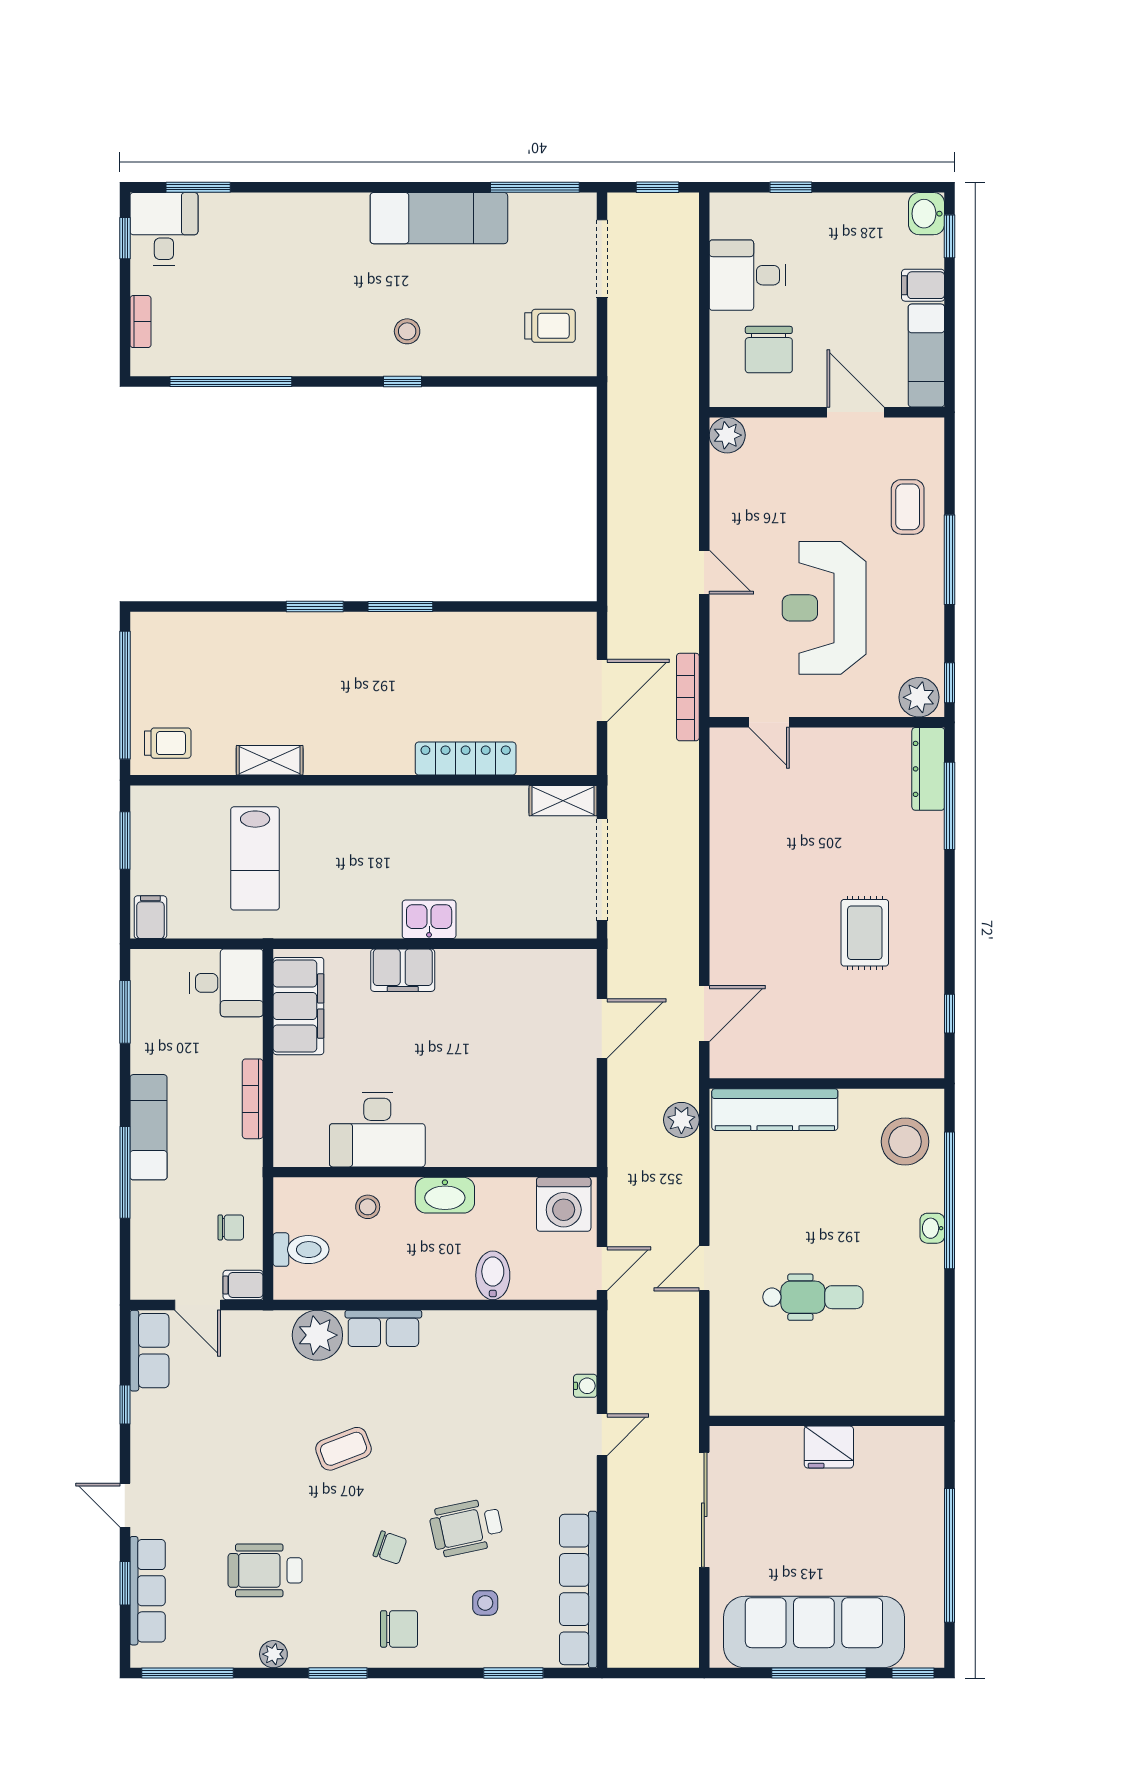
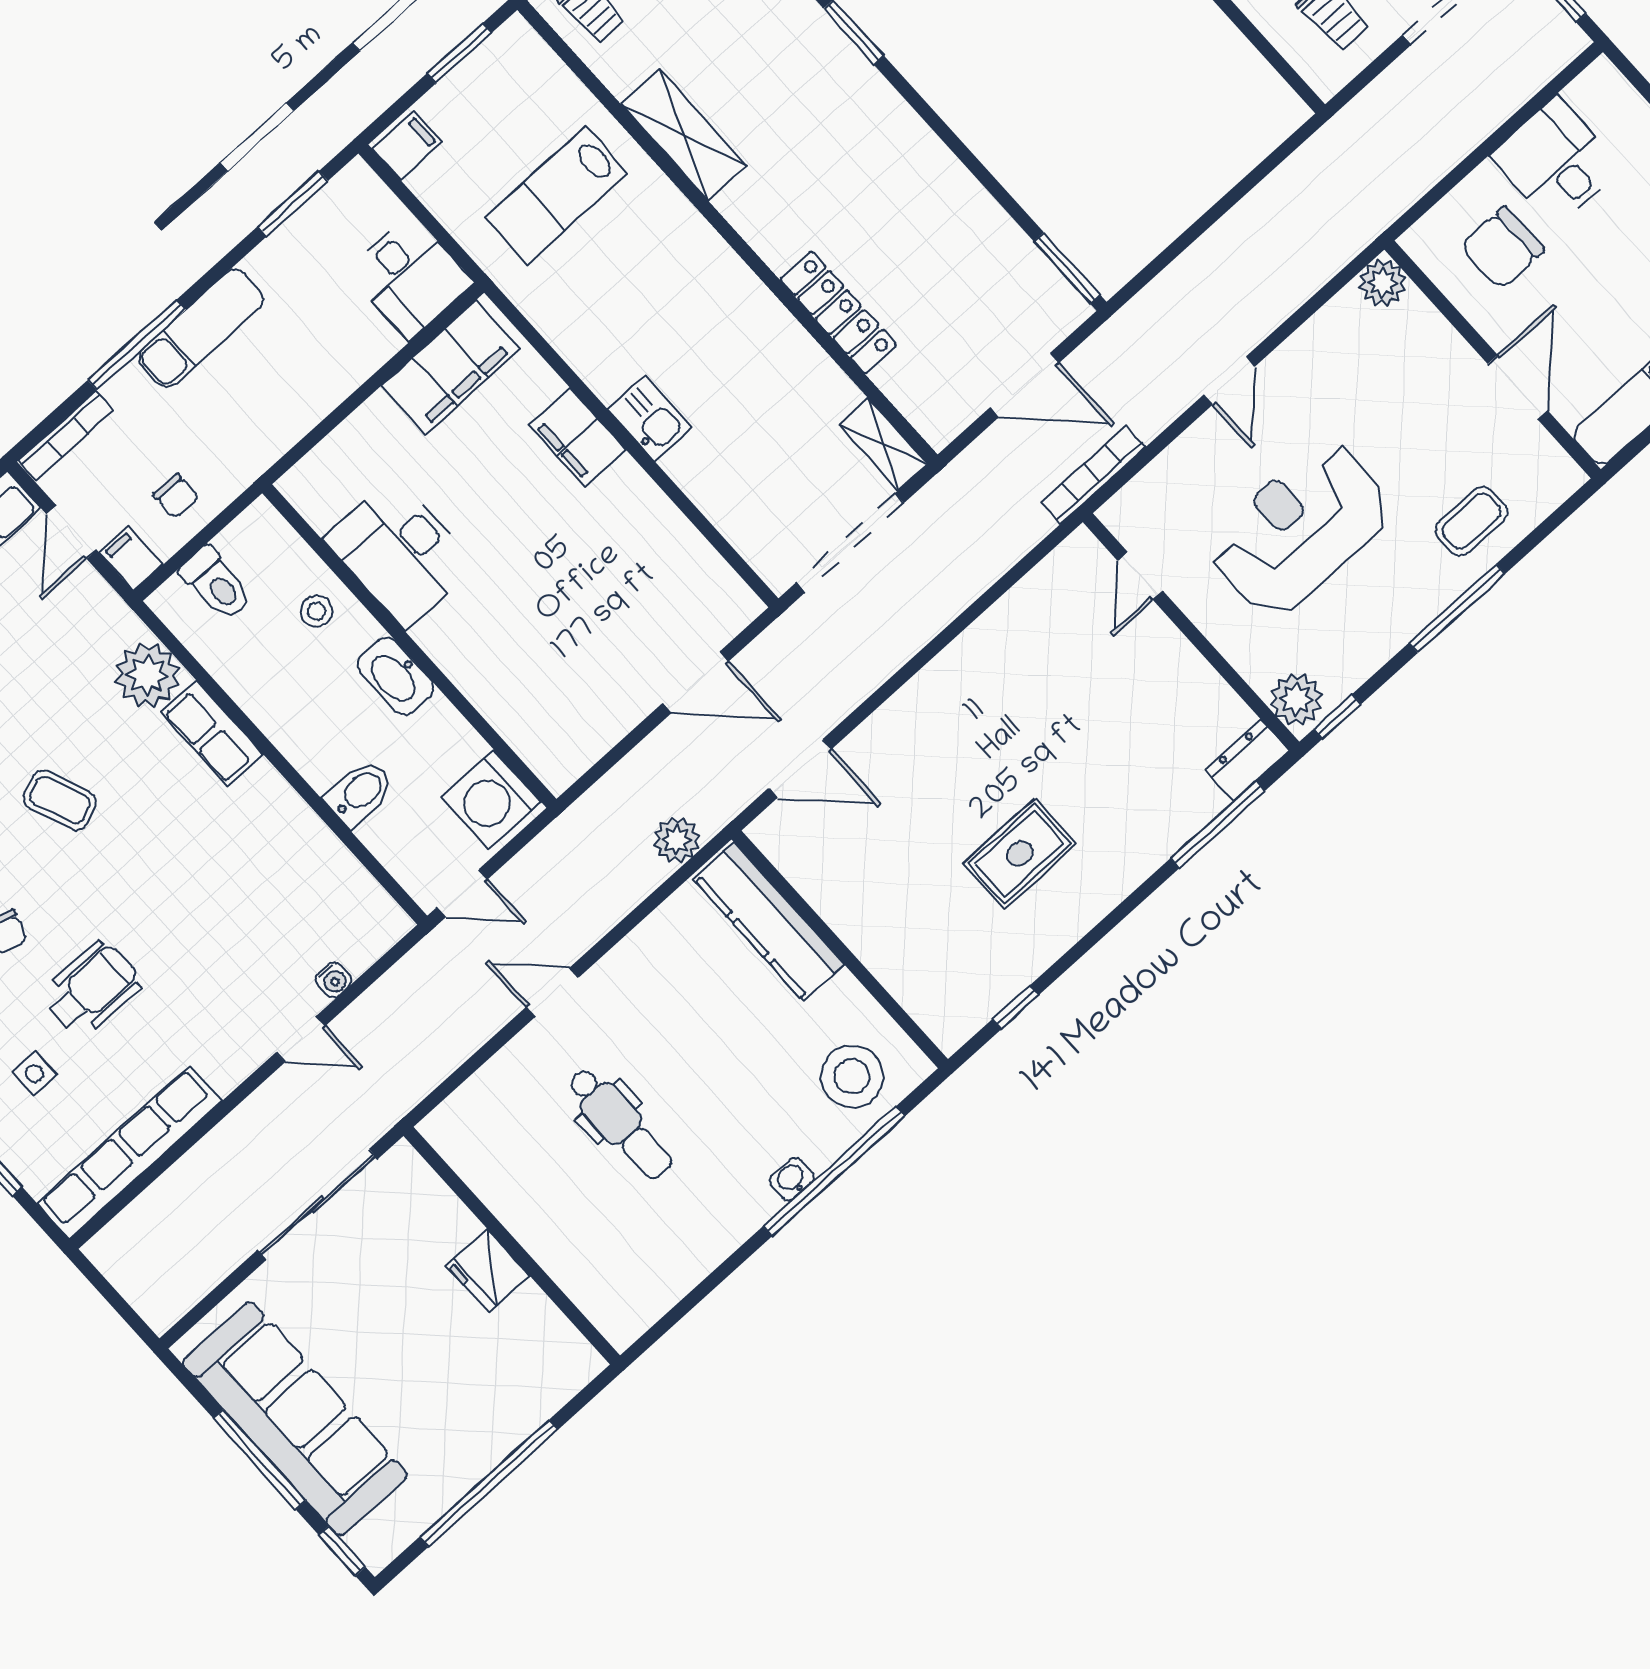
window: (400, 606) -> (1067, 268), moved
shelving: (270, 760) -> (684, 135), width x1.50, depth x1.33
dresser: (928, 769) -> (1247, 760), width x0.70
bookcase: (253, 1099) -> (66, 436), moved, turned 180
wheelchair: (466, 1527) -> (91, 989), turned 102

